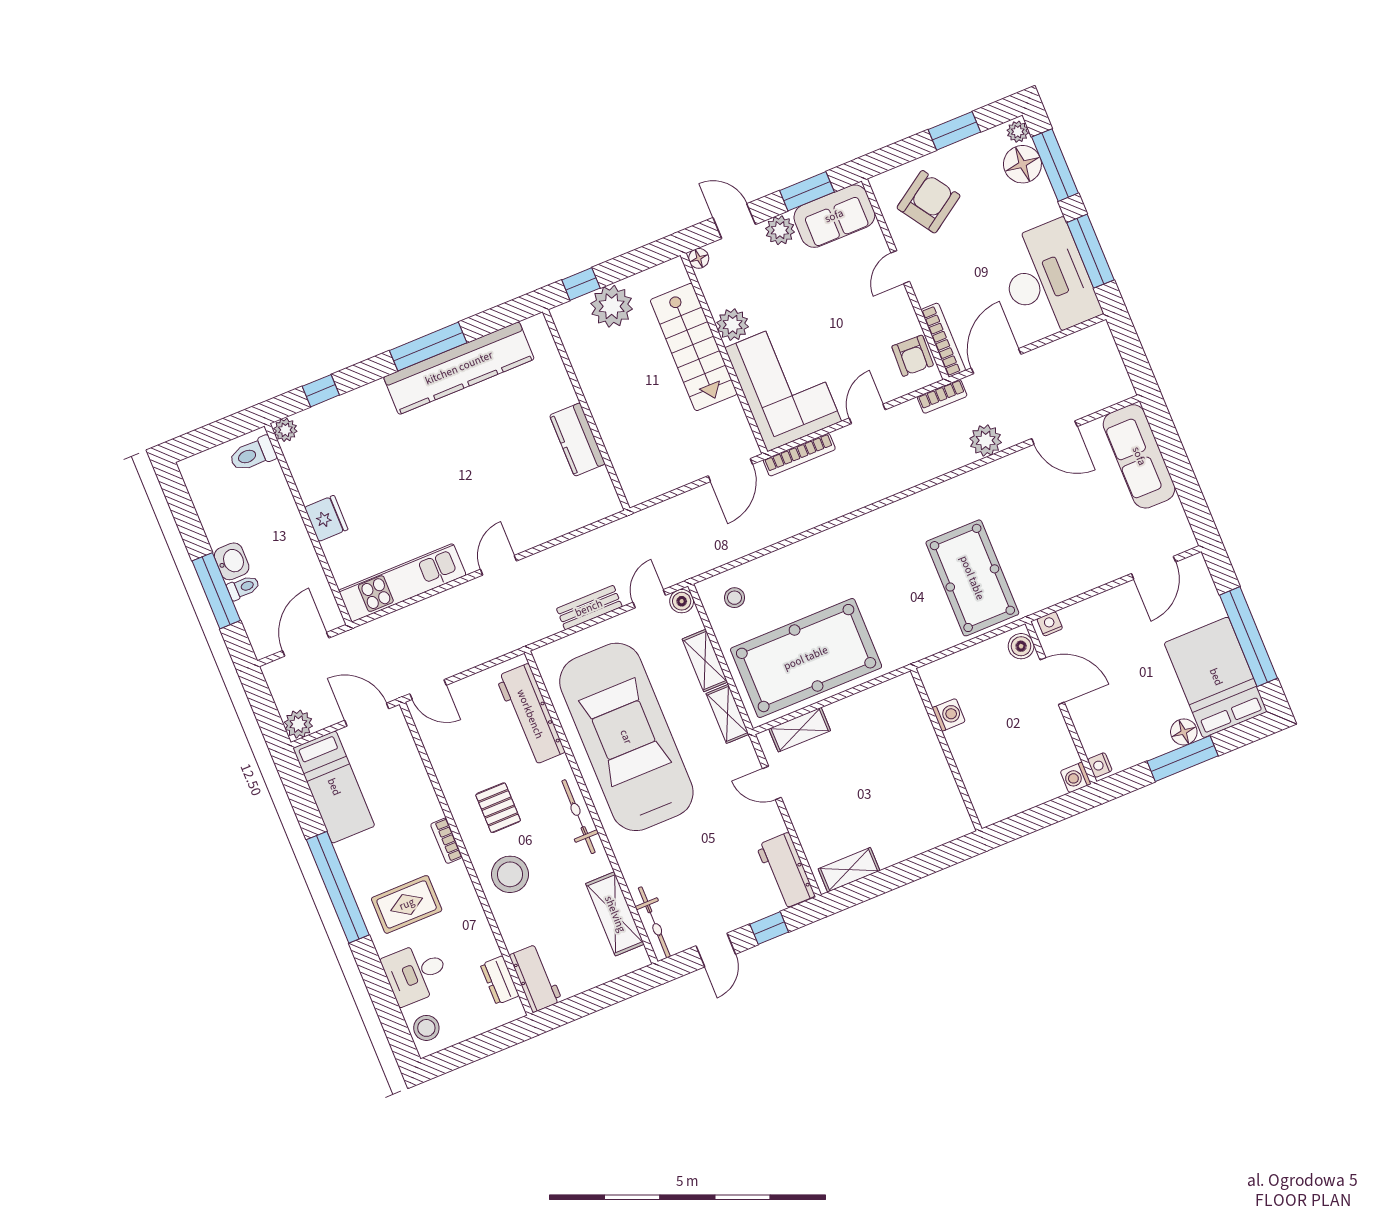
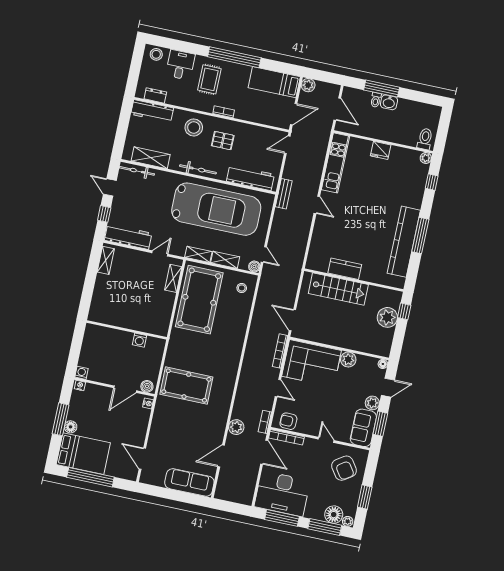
stairs: (694, 347) -> (338, 289), moved, turned 180
bench: (589, 608) -> (284, 194), moved
workbench: (786, 871) -> (128, 237), width x1.38
workbench: (536, 978) -> (152, 111), width x1.37

